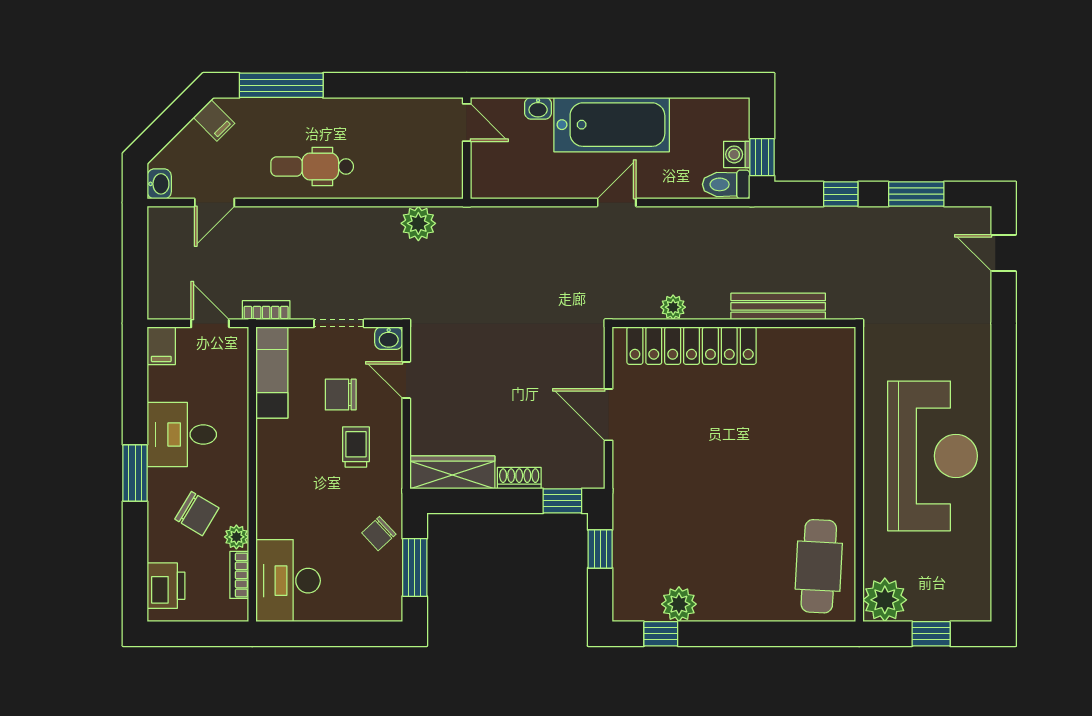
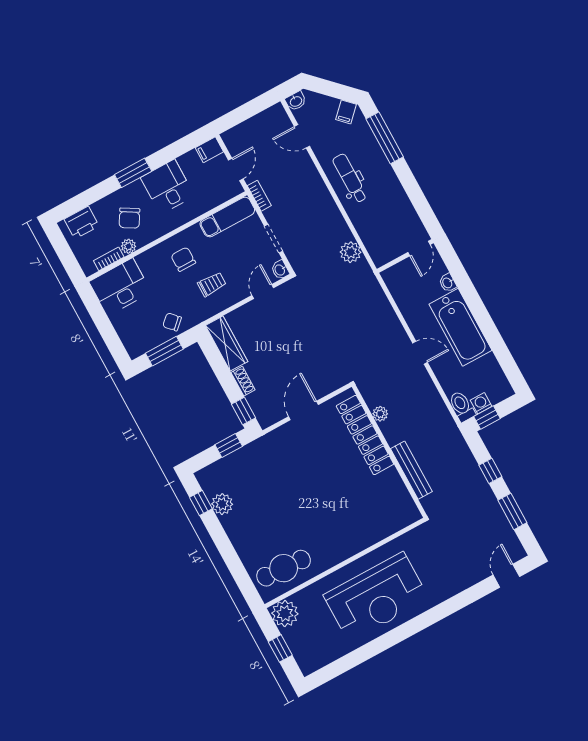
chair: (341, 395) -> (183, 259), moved

